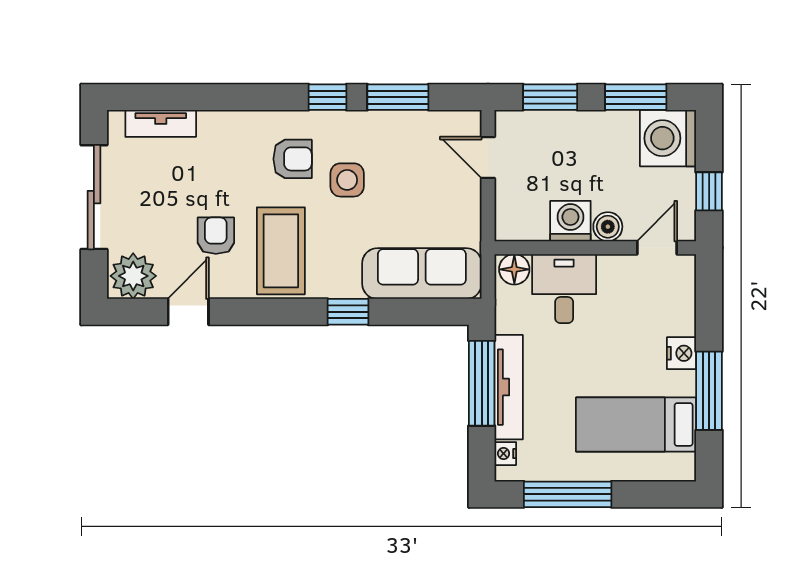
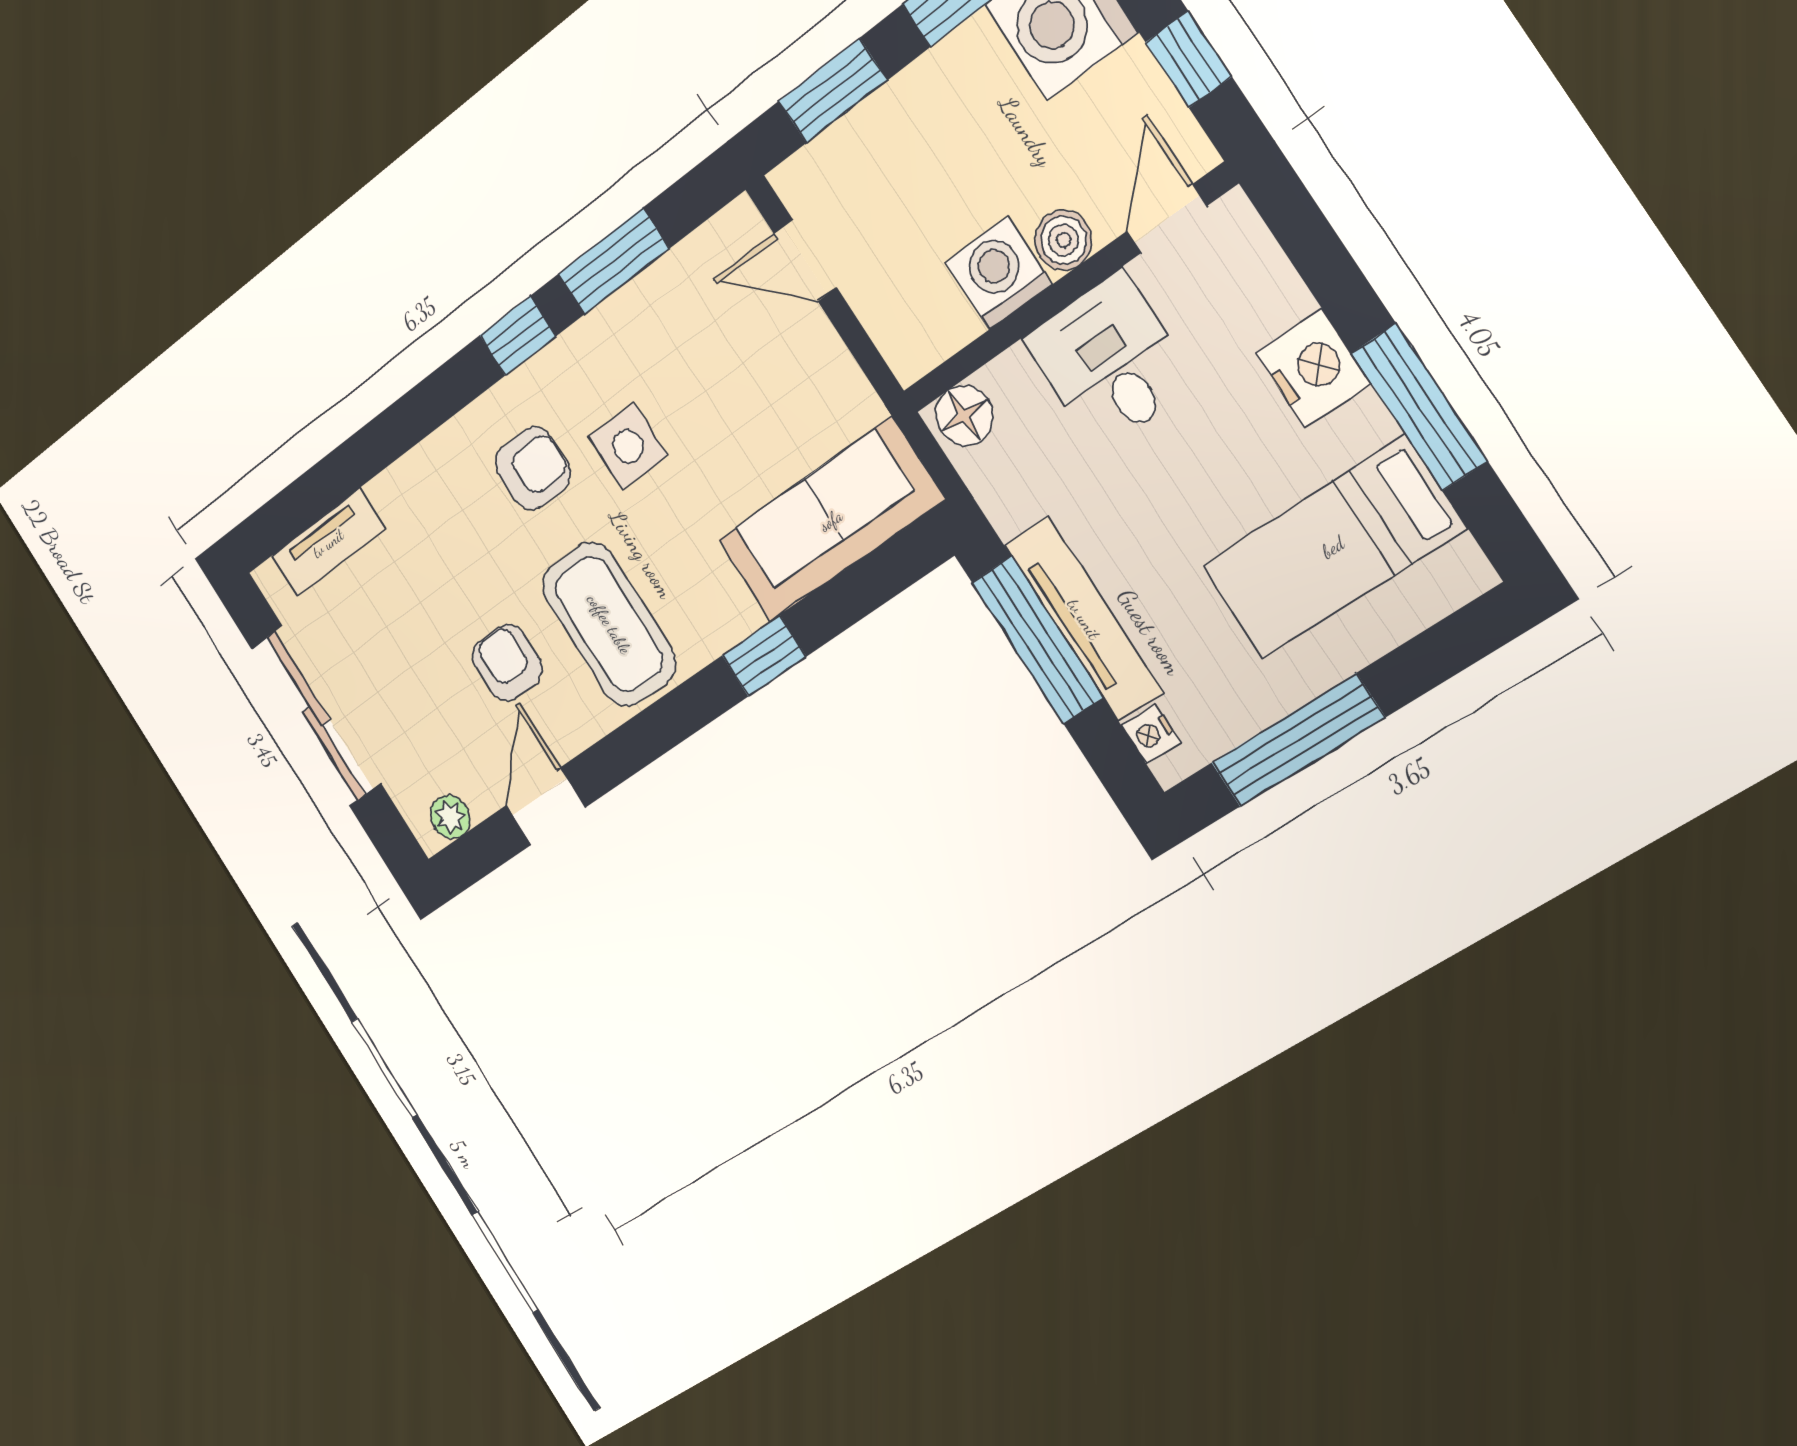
plant: (133, 276) -> (450, 817), width x0.53, depth x0.53
desk: (564, 289) -> (1110, 361), moved
nightstand: (682, 353) -> (1313, 368), width x1.36, depth x1.33

